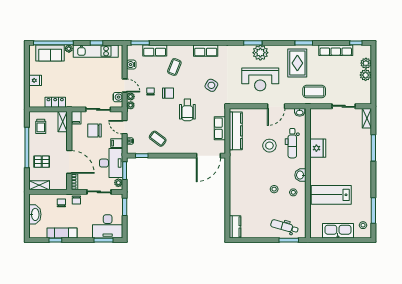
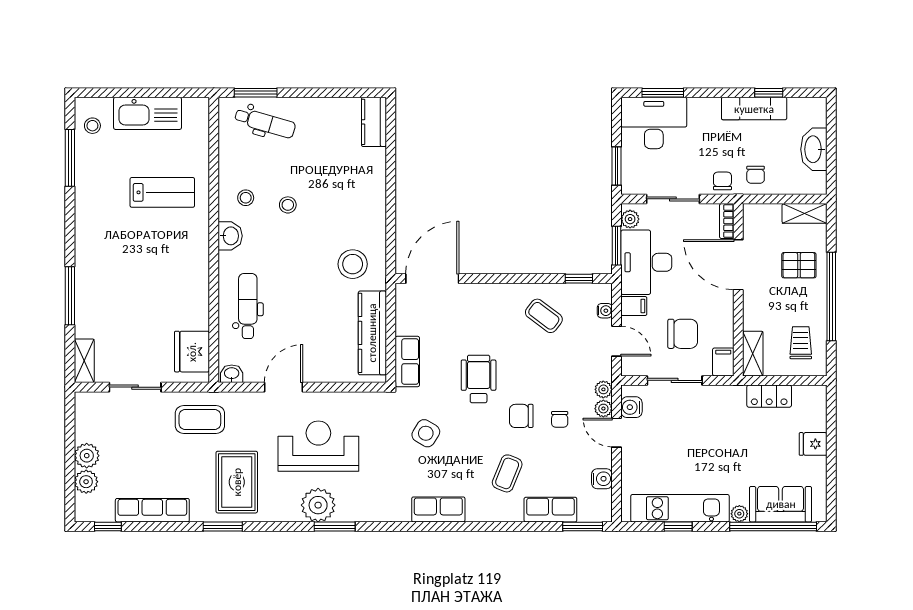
row of seats: (220, 128) -> (407, 362), moved
stool: (269, 146) -> (353, 264), moved
fridge: (318, 148) -> (192, 352), moved
lab bench: (331, 195) -> (162, 192), width x0.73, depth x0.72

